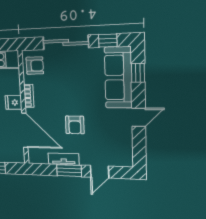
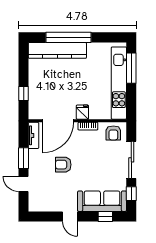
tv unit: (64, 159) -> (33, 135), moved

